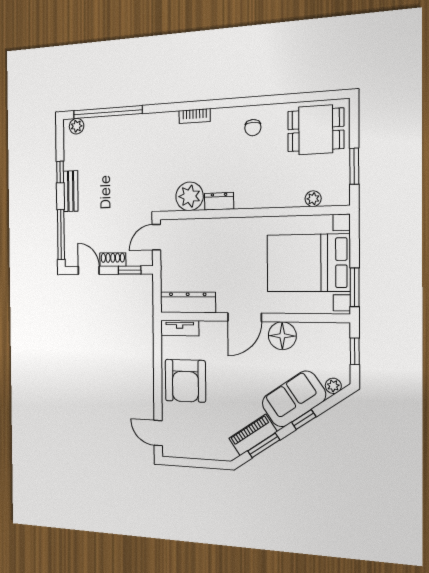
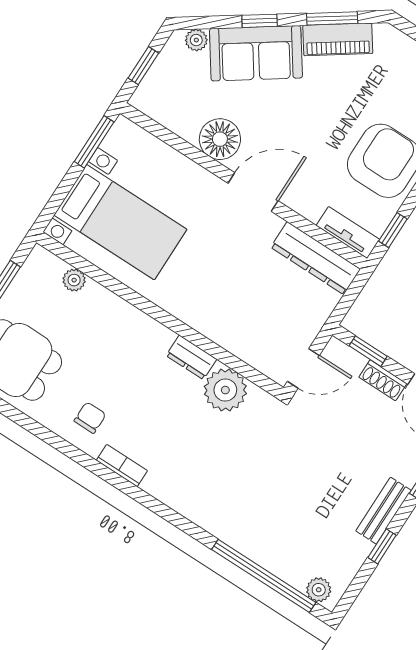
bookcase: (195, 116) -> (122, 465), moved
bed with nightstands: (308, 263) -> (120, 222), width x0.73
window: (157, 345) -> (393, 230), added

